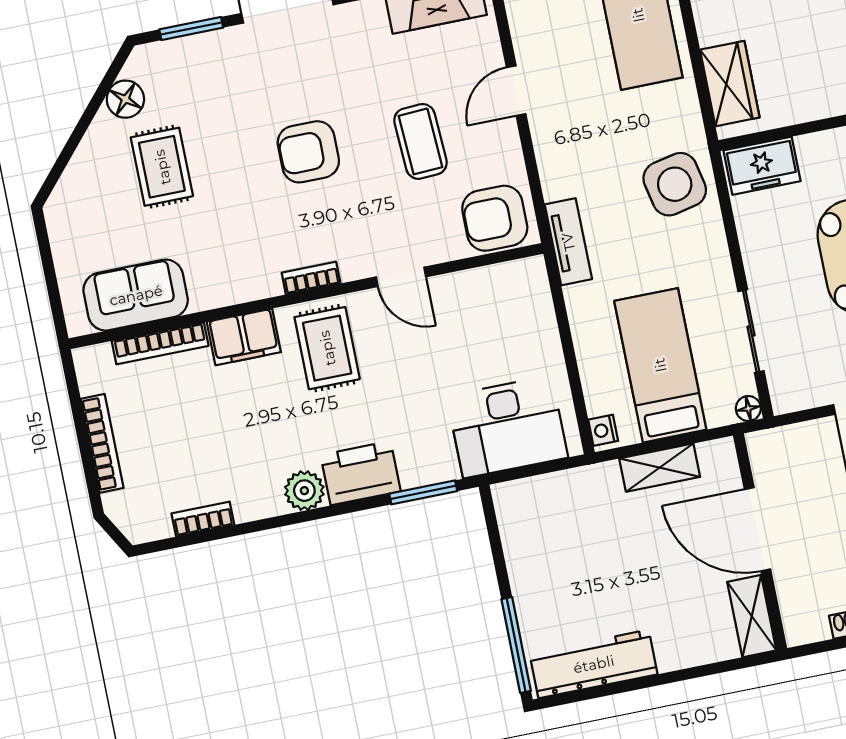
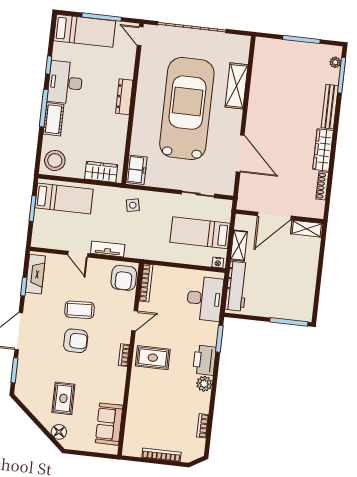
floor lamp: (125, 99) -> (59, 432), moved
coffee table: (421, 141) -> (79, 310), moved
armchair: (308, 152) -> (76, 341), turned -90
rug: (162, 167) -> (63, 398), turned 90
side table: (675, 184) -> (133, 205), width x0.54, depth x0.54
tv unit: (568, 242) -> (108, 249), moved
filing cabinet: (244, 337) -> (138, 388), removed
bookcase: (160, 343) -> (146, 283), moved
floor lamp: (748, 408) -> (227, 205), removed
workbench: (594, 664) -> (237, 286), moved, turned 180

